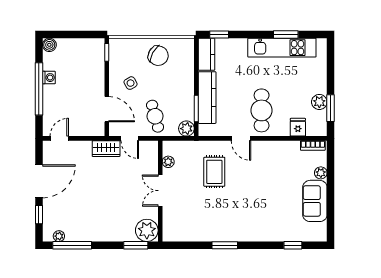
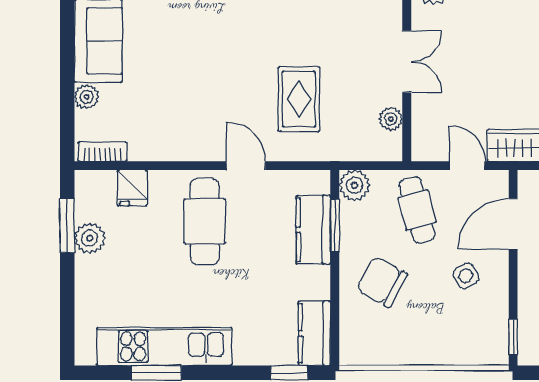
chair: (158, 56) -> (382, 282), moved
kitchen counter: (207, 98) -> (313, 230), width x0.67
door: (107, 109) -> (513, 224), hinge flipped

